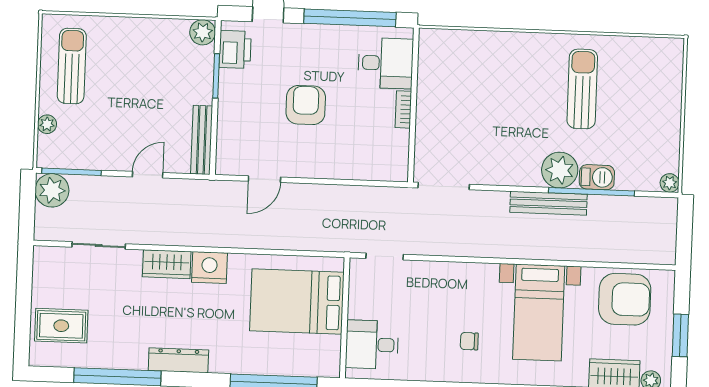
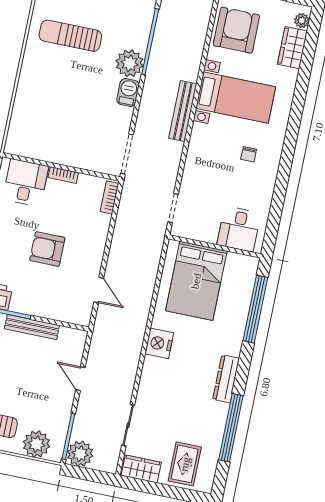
plant: (47, 124) -> (36, 444), width x1.87, depth x1.87
bench: (202, 140) -> (32, 327), moved
bookcase: (385, 173) -> (110, 198), added
barbecue: (597, 177) -> (128, 92), moved
bench: (548, 203) -> (183, 111), moved
wardrobe: (167, 264) -> (141, 469), moved, turned -90

